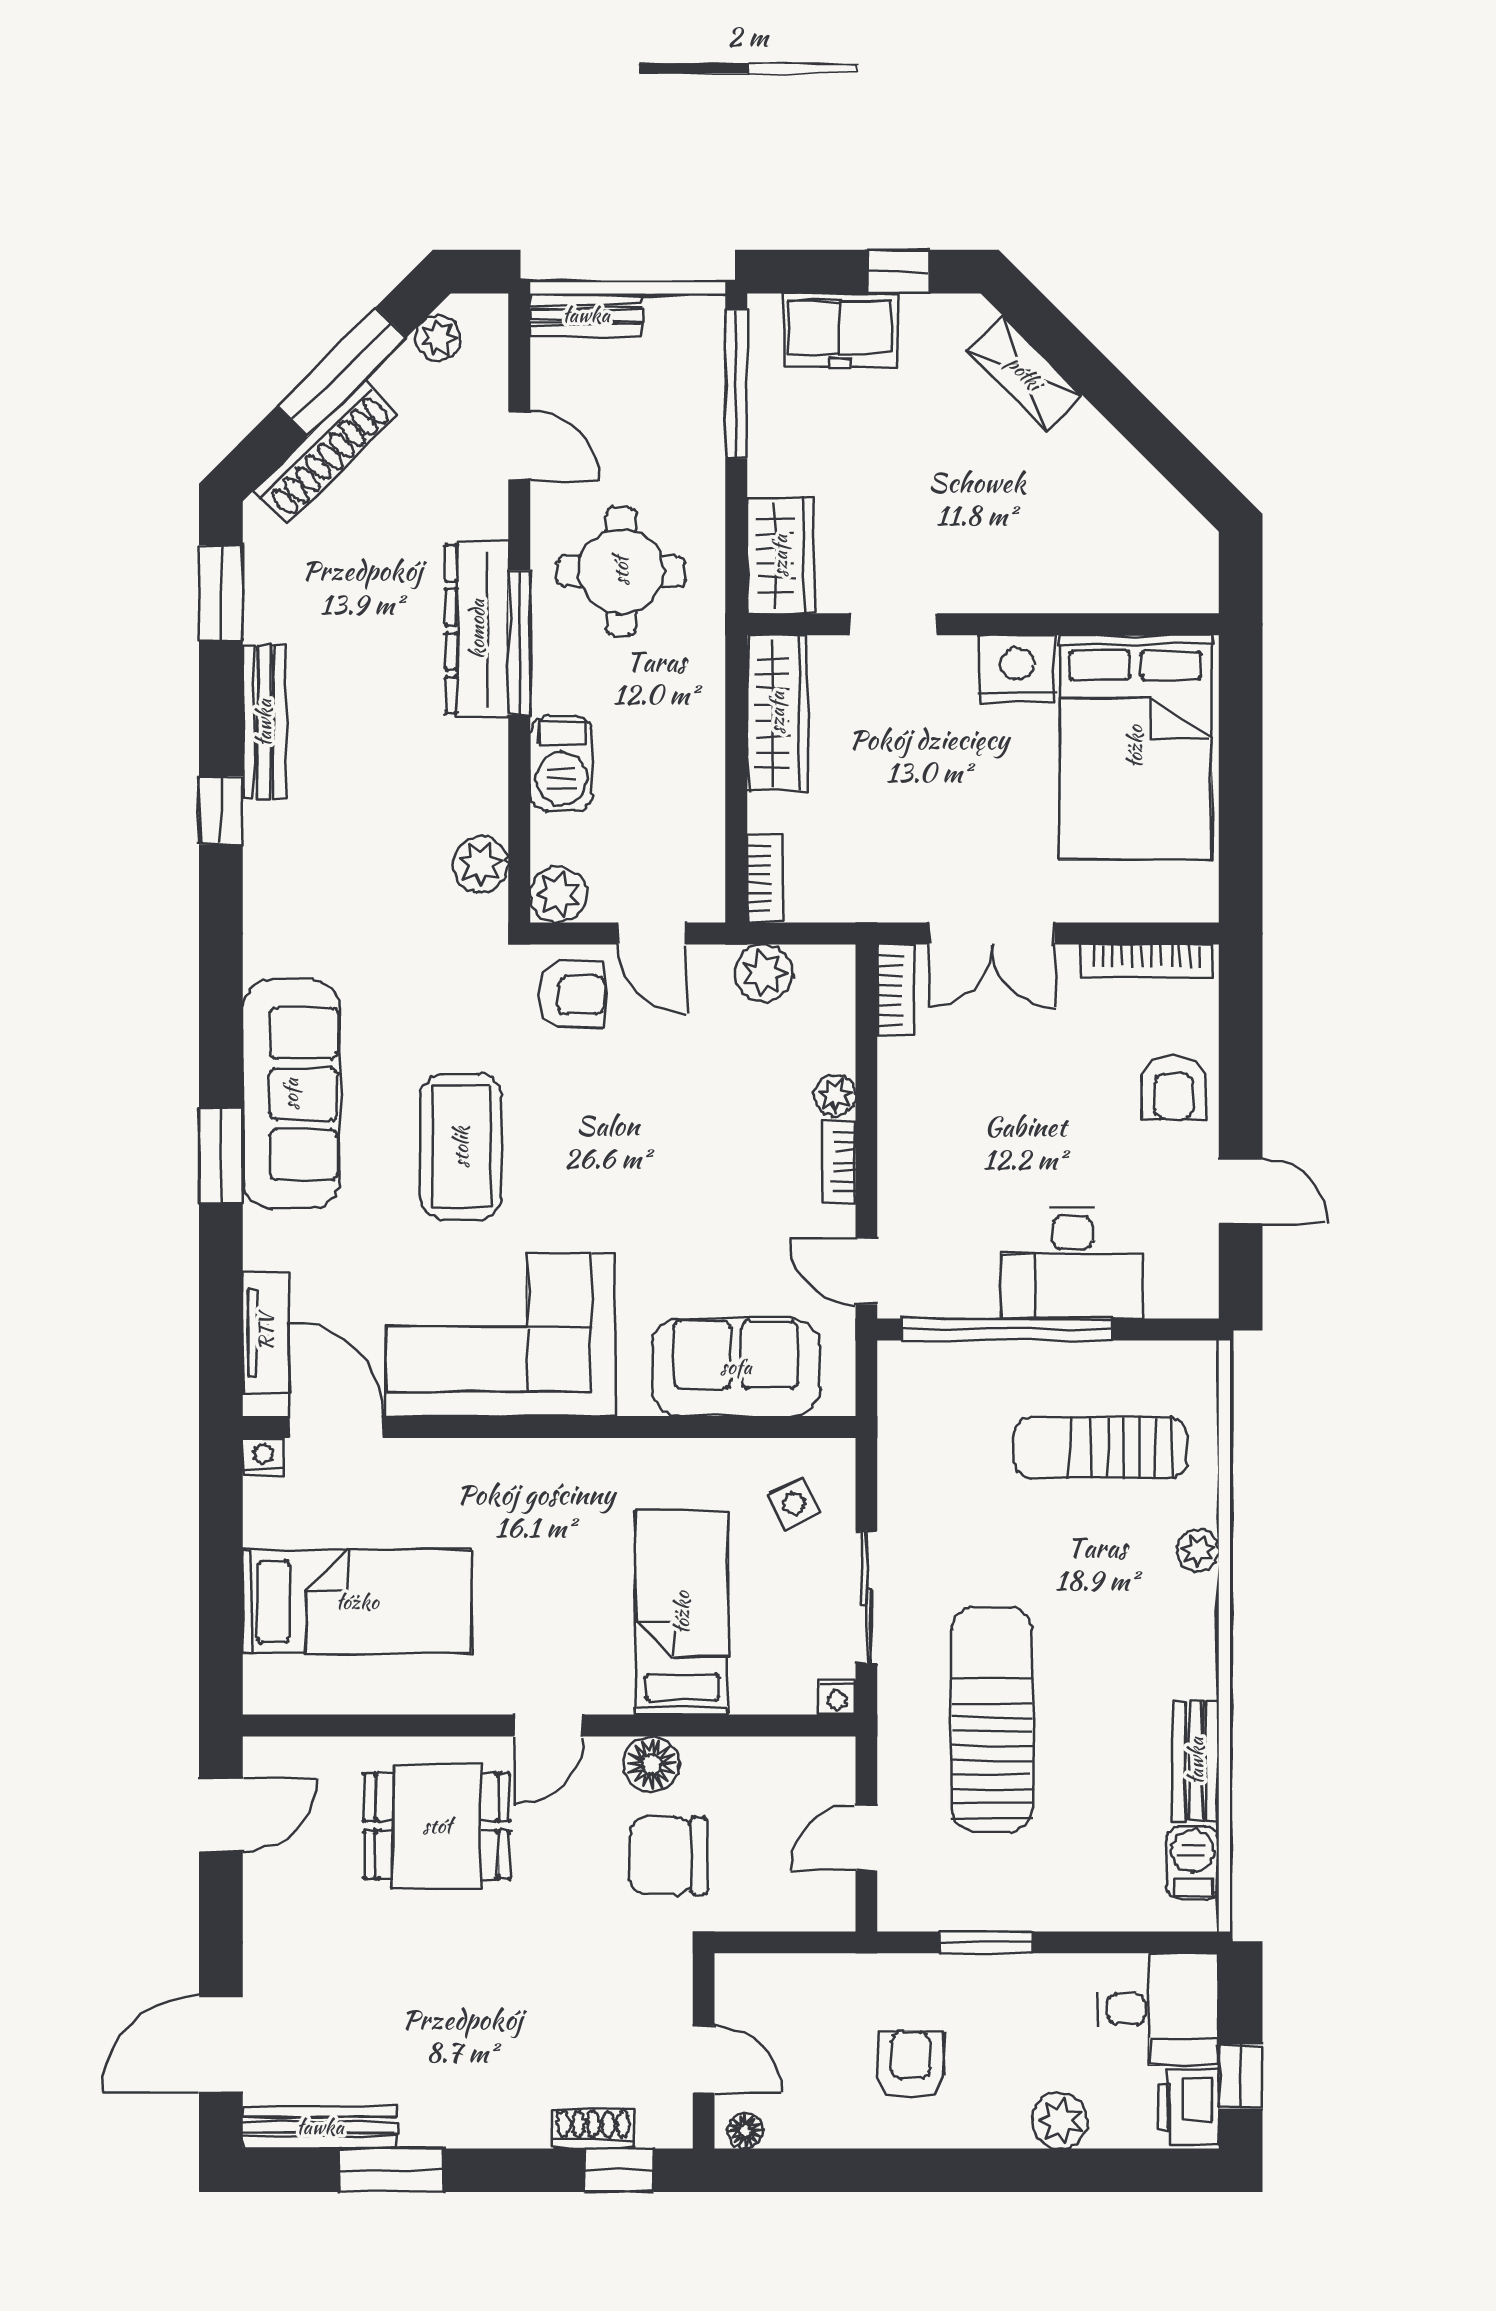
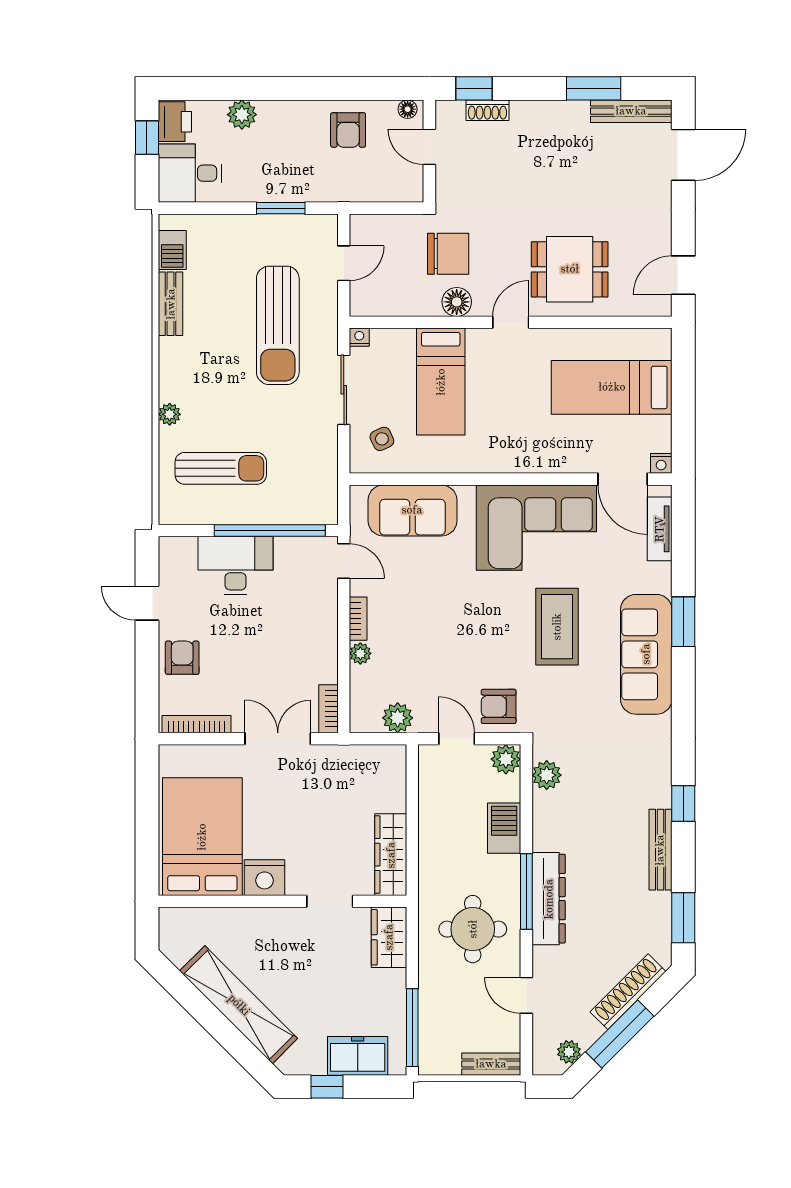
shelving: (1024, 373) -> (239, 1005), width x2.20, depth x1.33
bookcase: (765, 879) -> (397, 767), removed
armchair: (911, 2065) -> (348, 130), moved

